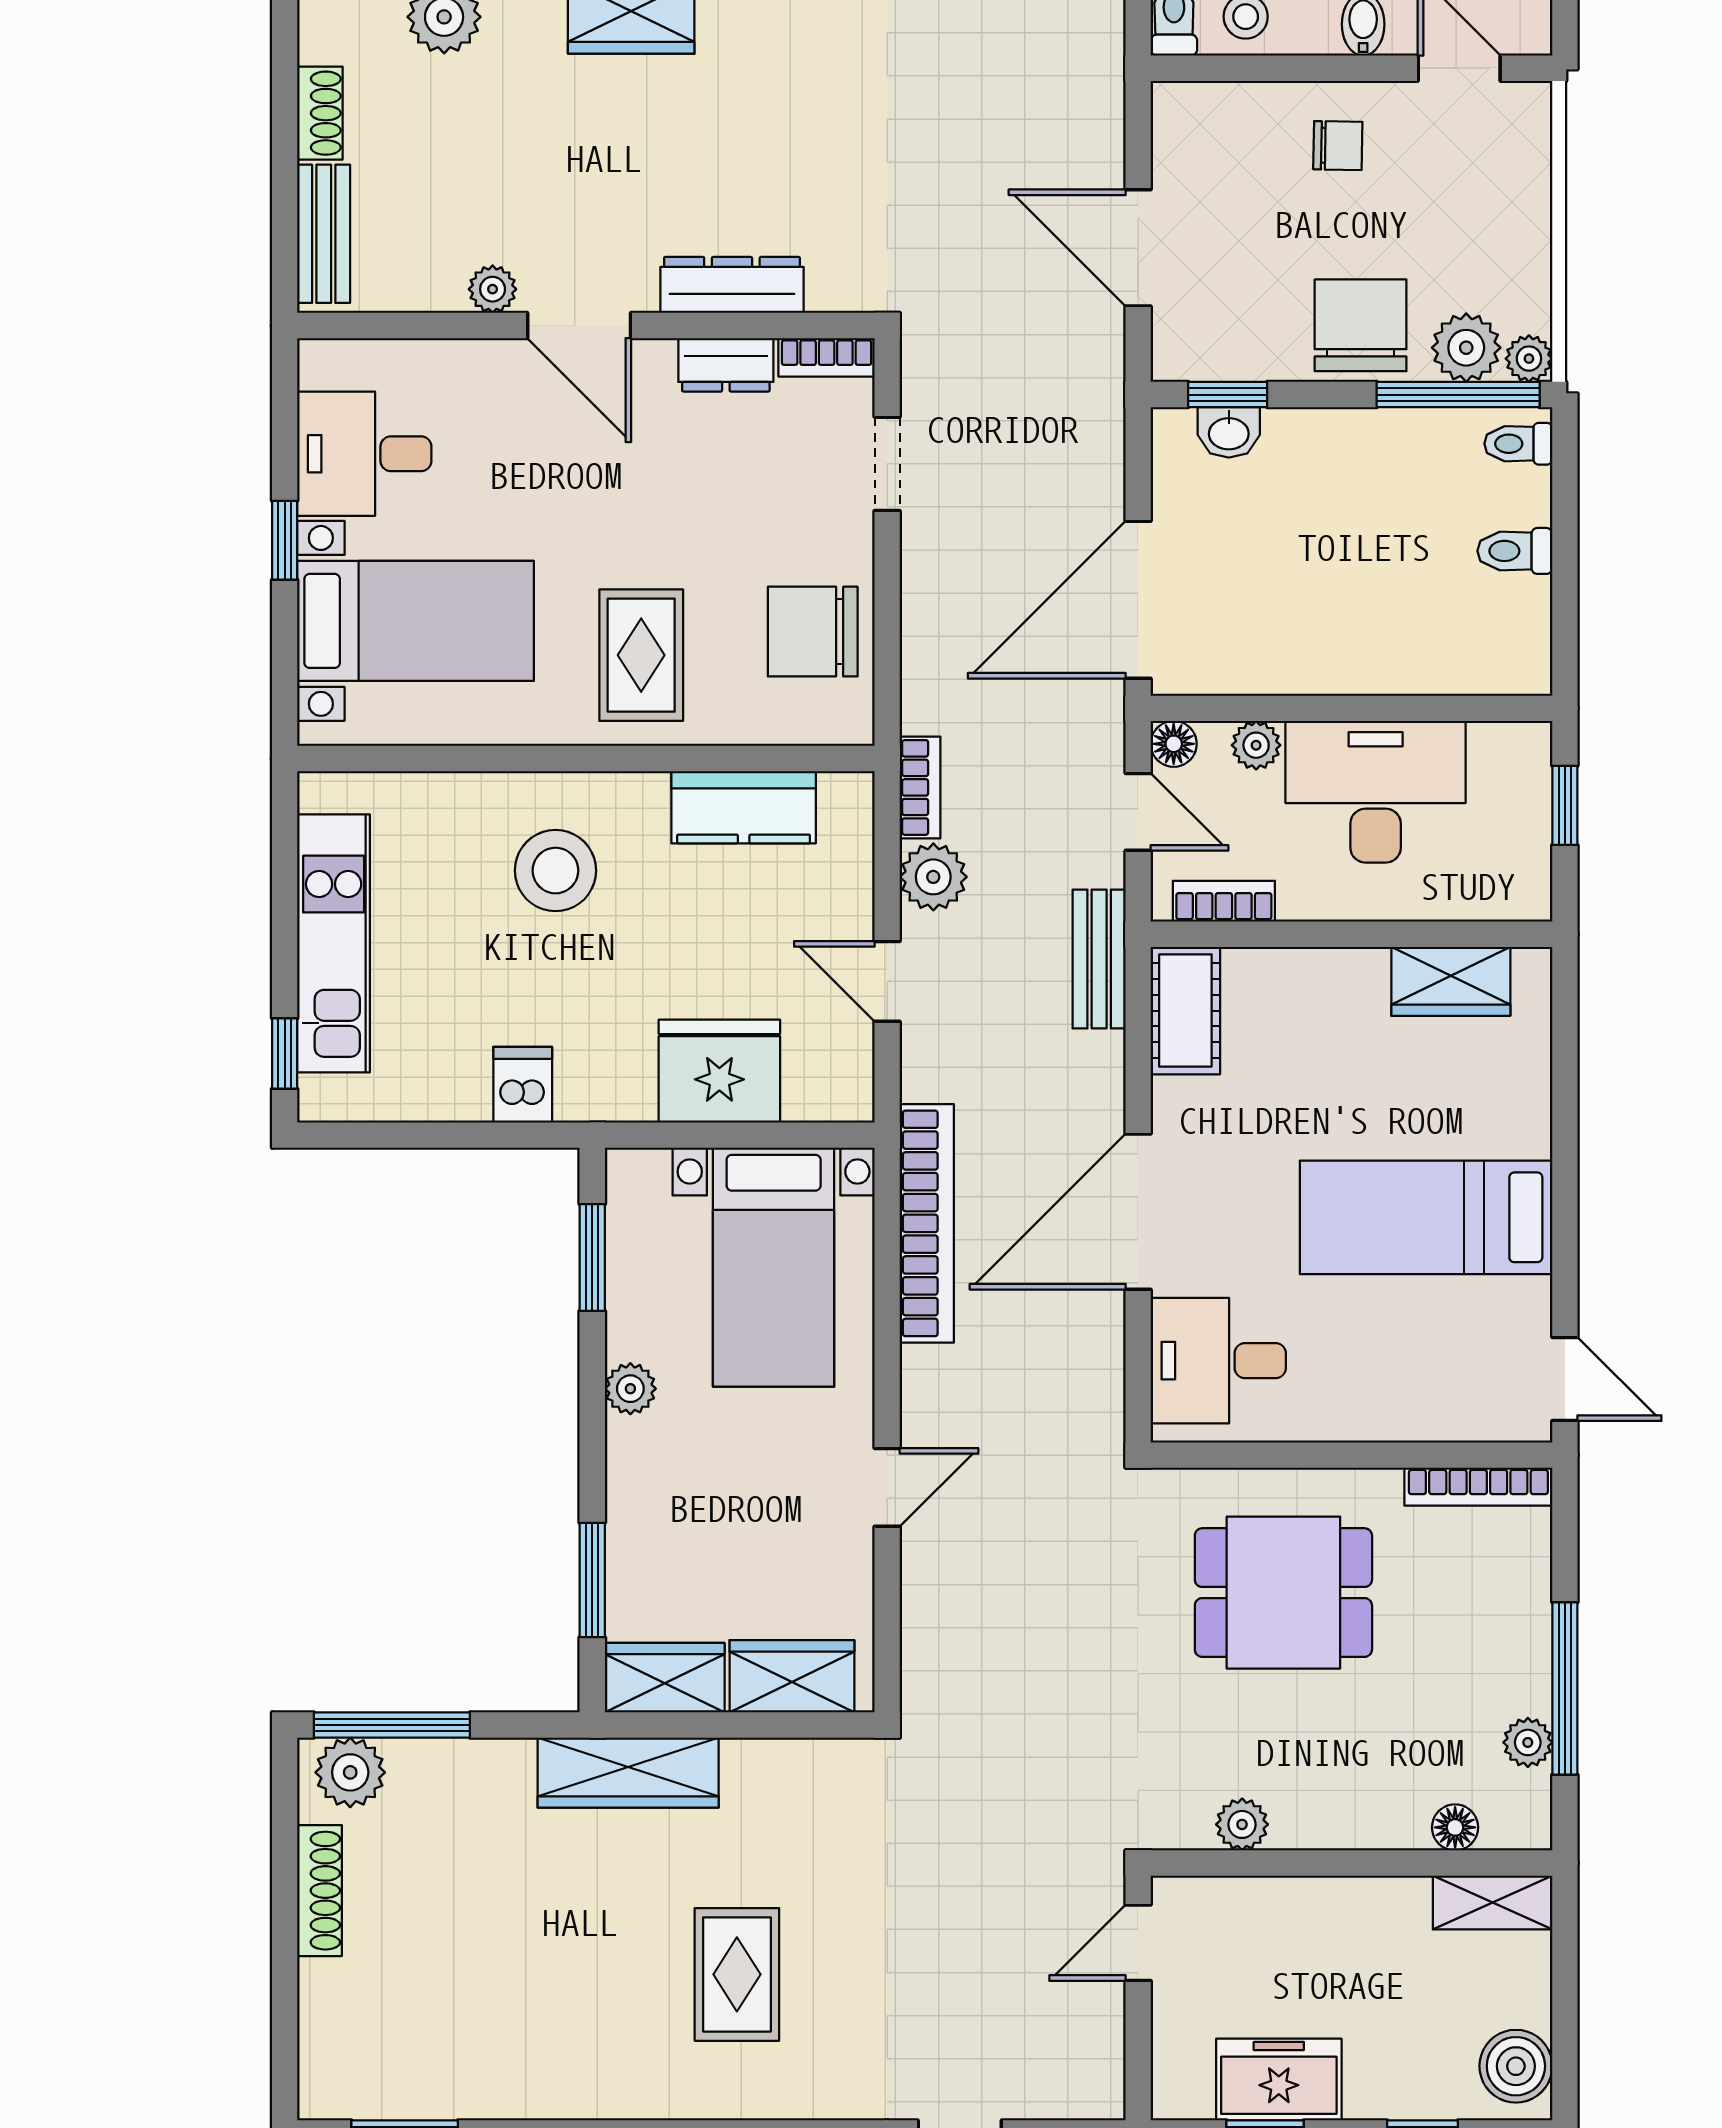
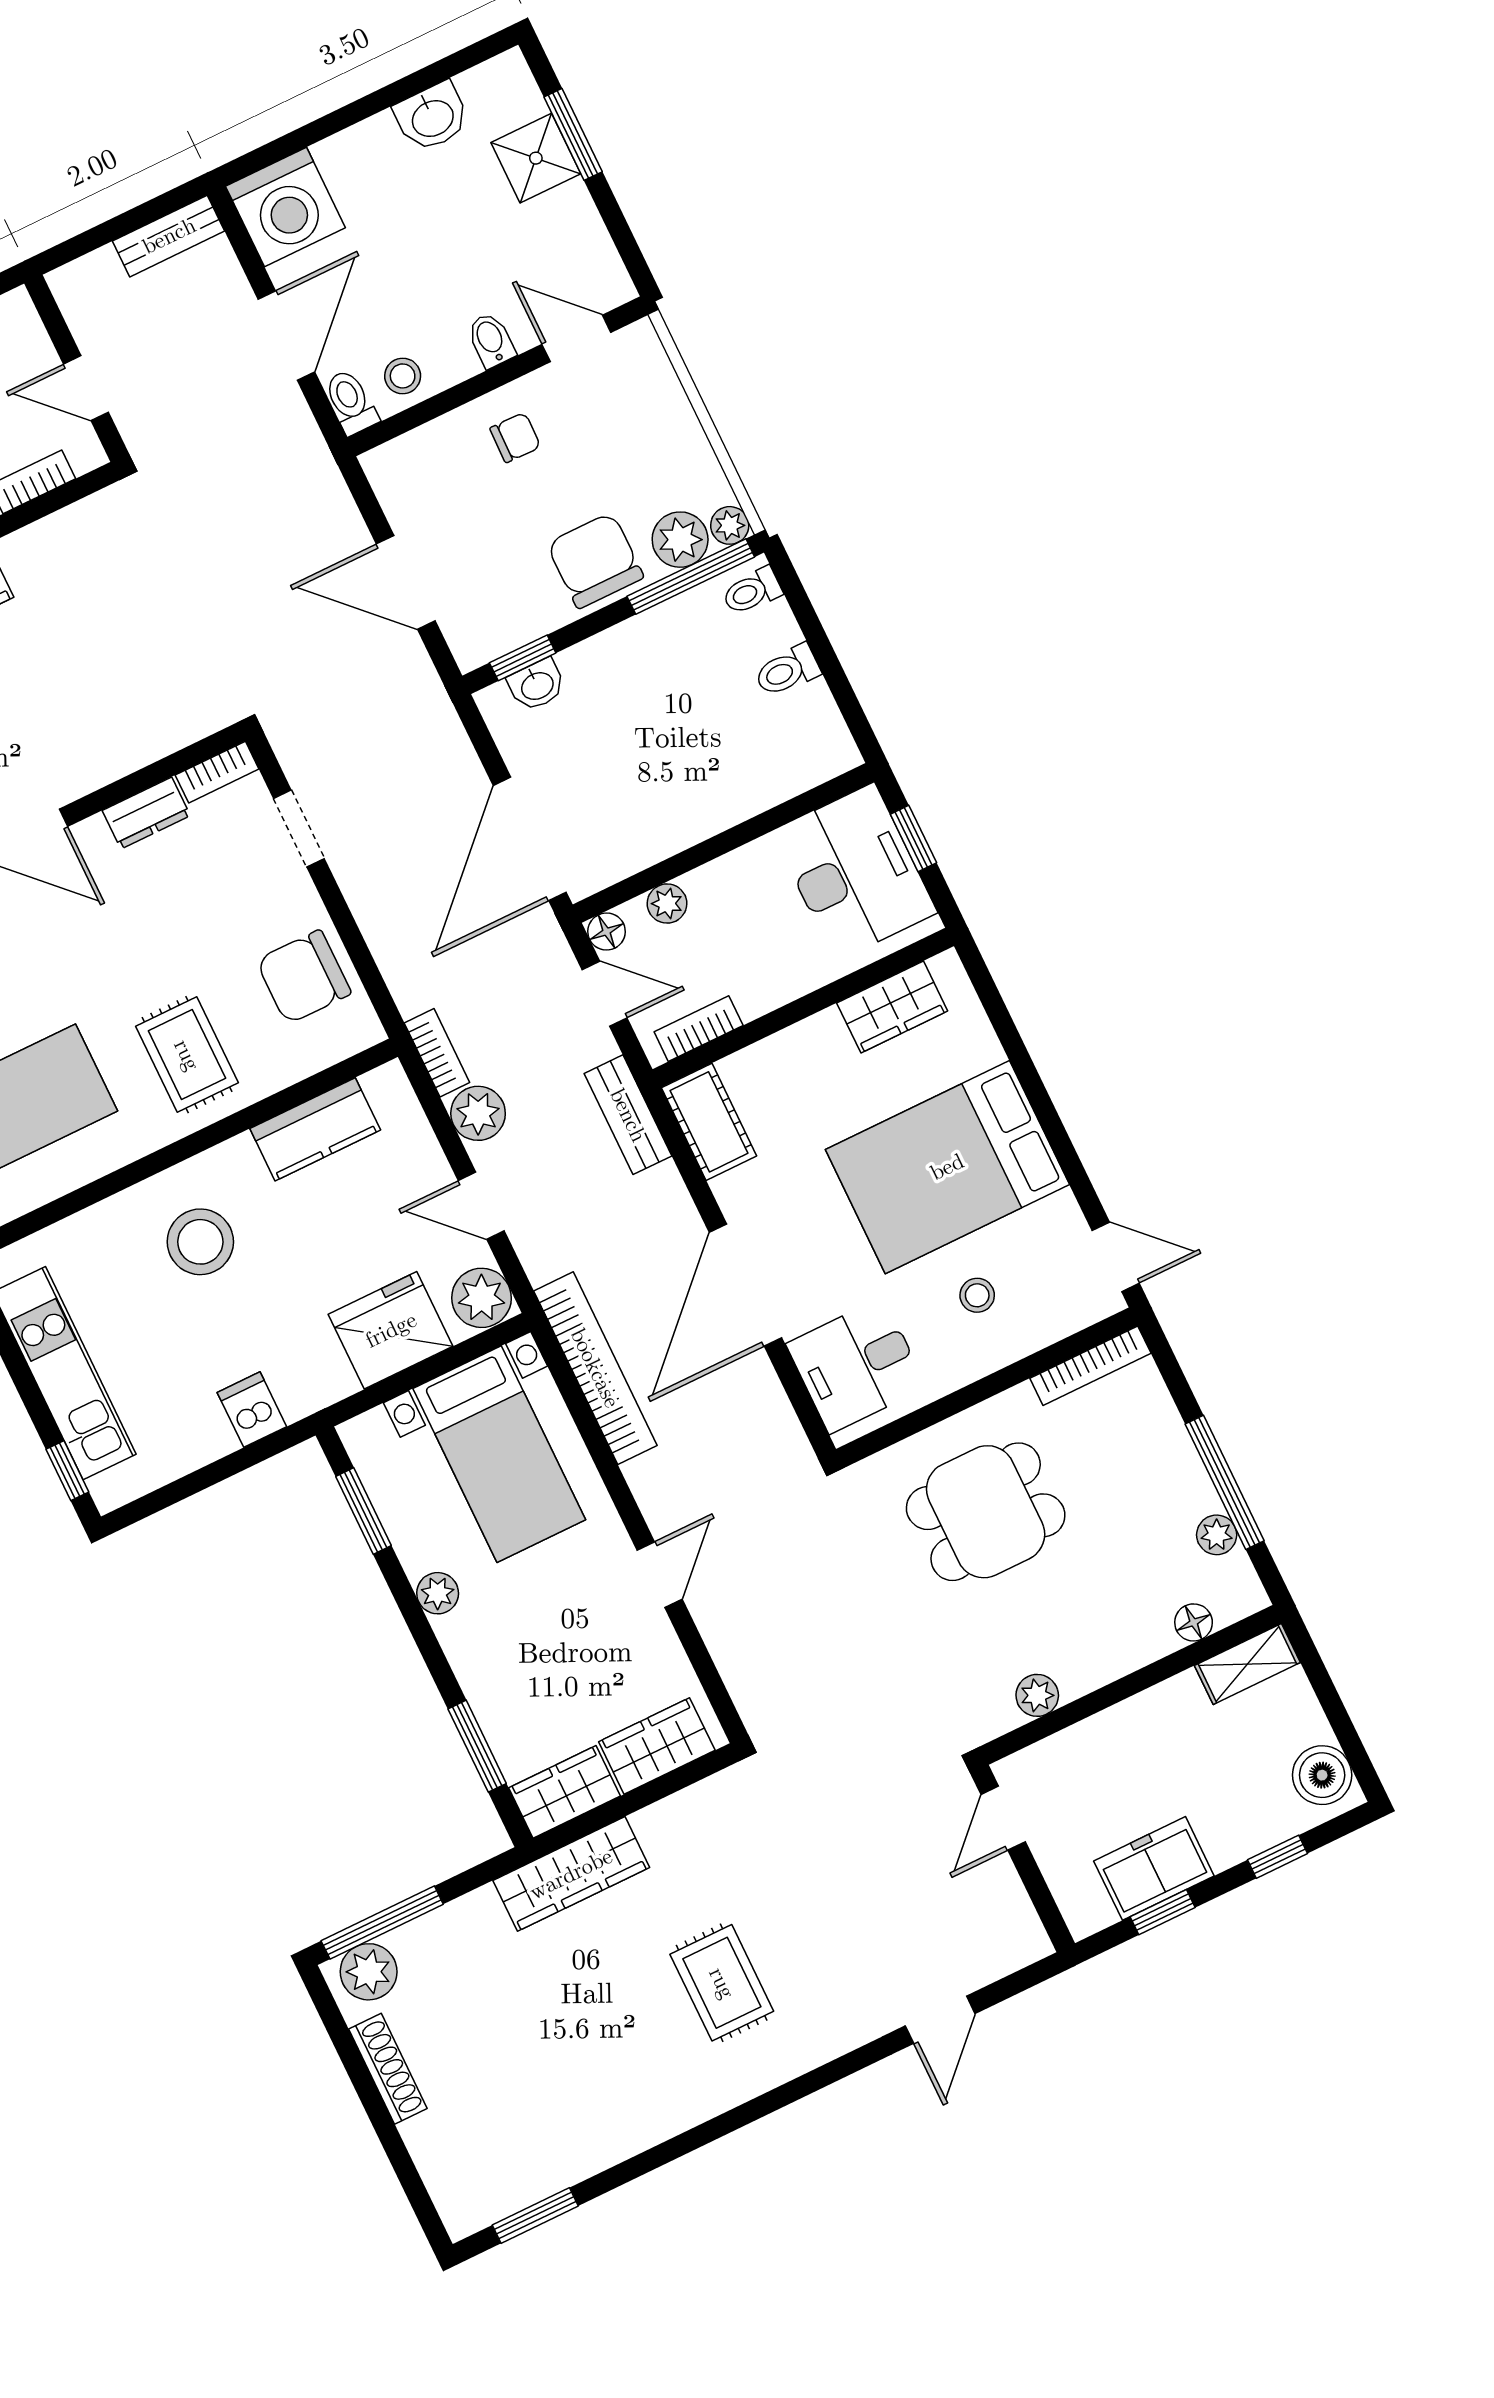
dresser: (732, 285) -> (123, 753), removed
desk: (1376, 792) -> (855, 872), moved, turned 90
plant: (838, 1084) -> (482, 1298), added
bed: (1426, 1217) -> (947, 1167), width x1.50
stool: (1390, 1347) -> (977, 1295), added

